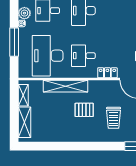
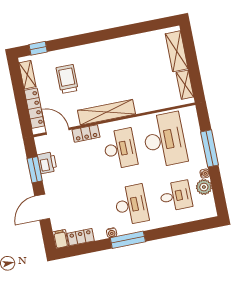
desk: (83, 56) -> (120, 149), width x1.37
shelving: (66, 86) -> (106, 112), moved
pallet: (84, 110) -> (106, 82), removed

